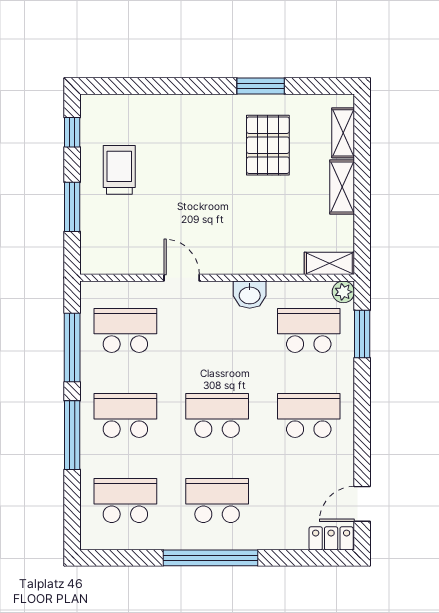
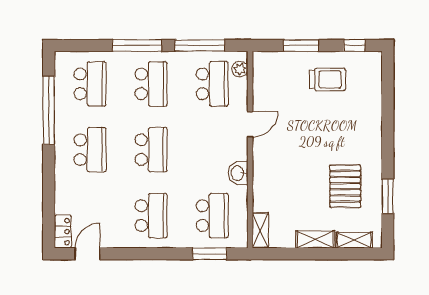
window: (261, 86) -> (388, 196), moved
pallet: (268, 145) -> (345, 186), turned 90
plant: (343, 292) -> (240, 69), moved
door: (362, 504) -> (88, 254), hinge flipped
window: (211, 558) -> (49, 110), moved

